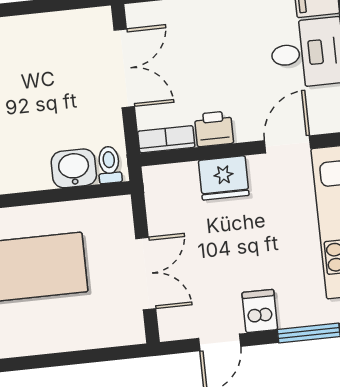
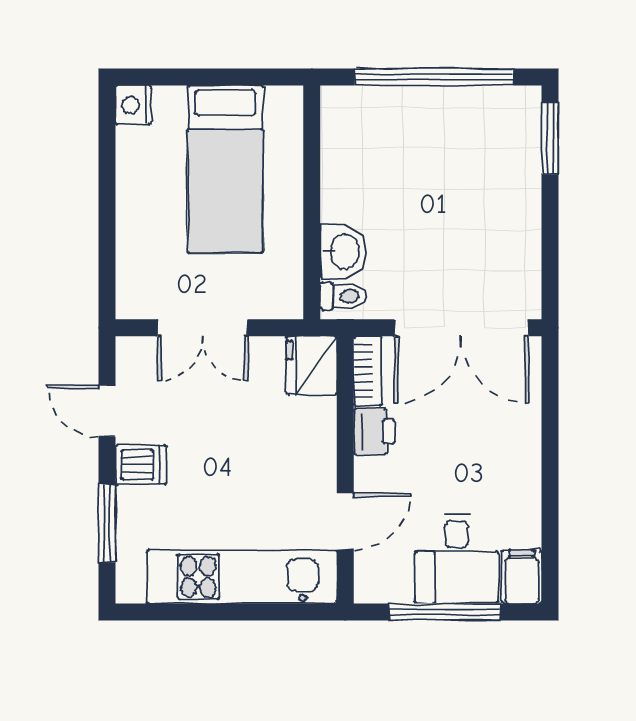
double door: (124, 68) -> (462, 328), width x1.37
door: (288, 144) -> (345, 521), hinge flipped
fridge: (224, 178) -> (312, 365), moved

